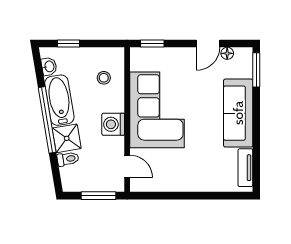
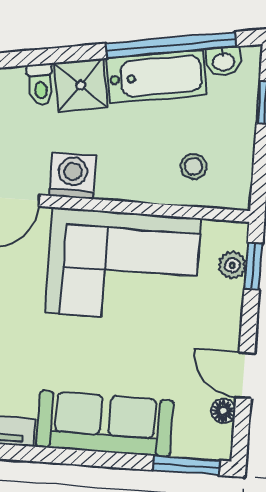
plant: (153, 54) -> (232, 265), added
window: (47, 120) -> (171, 45), moved
washing machine: (113, 124) -> (73, 176), moved

